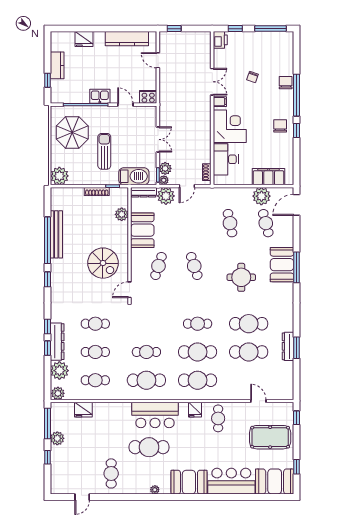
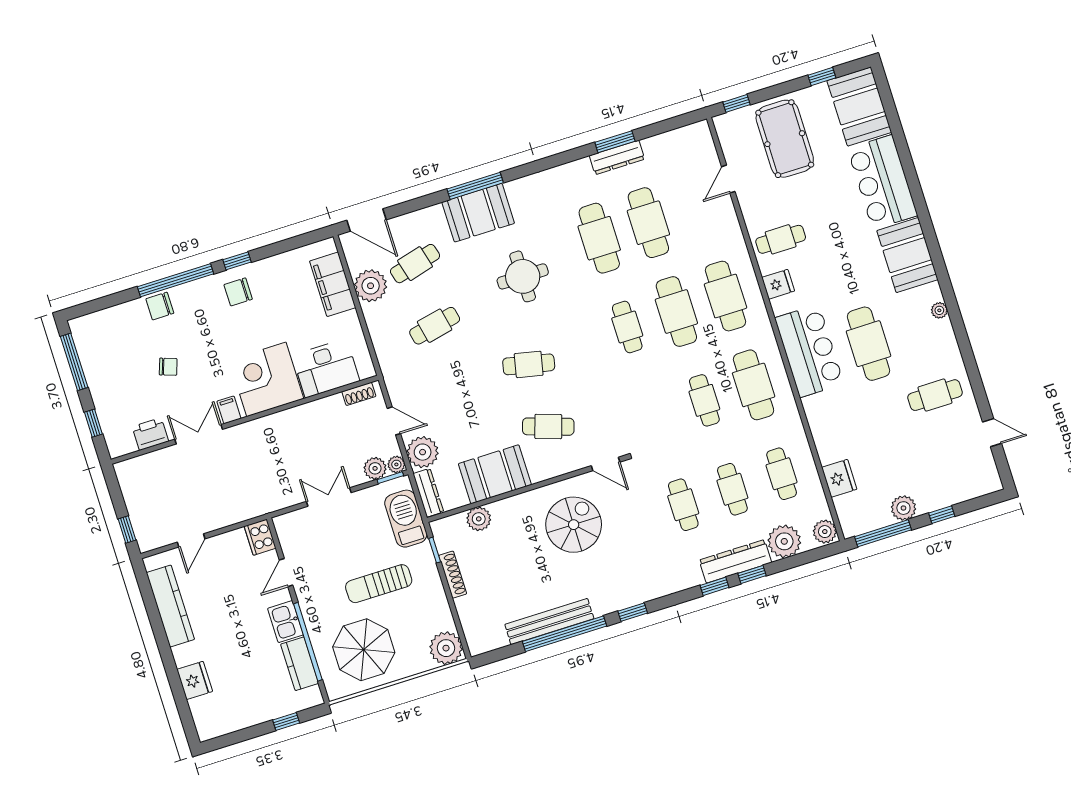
printer: (220, 40) -> (150, 434), moved
kitchen counter: (57, 65) -> (300, 664), moved, turned -90
cafe table: (194, 266) -> (529, 364), turned 30

